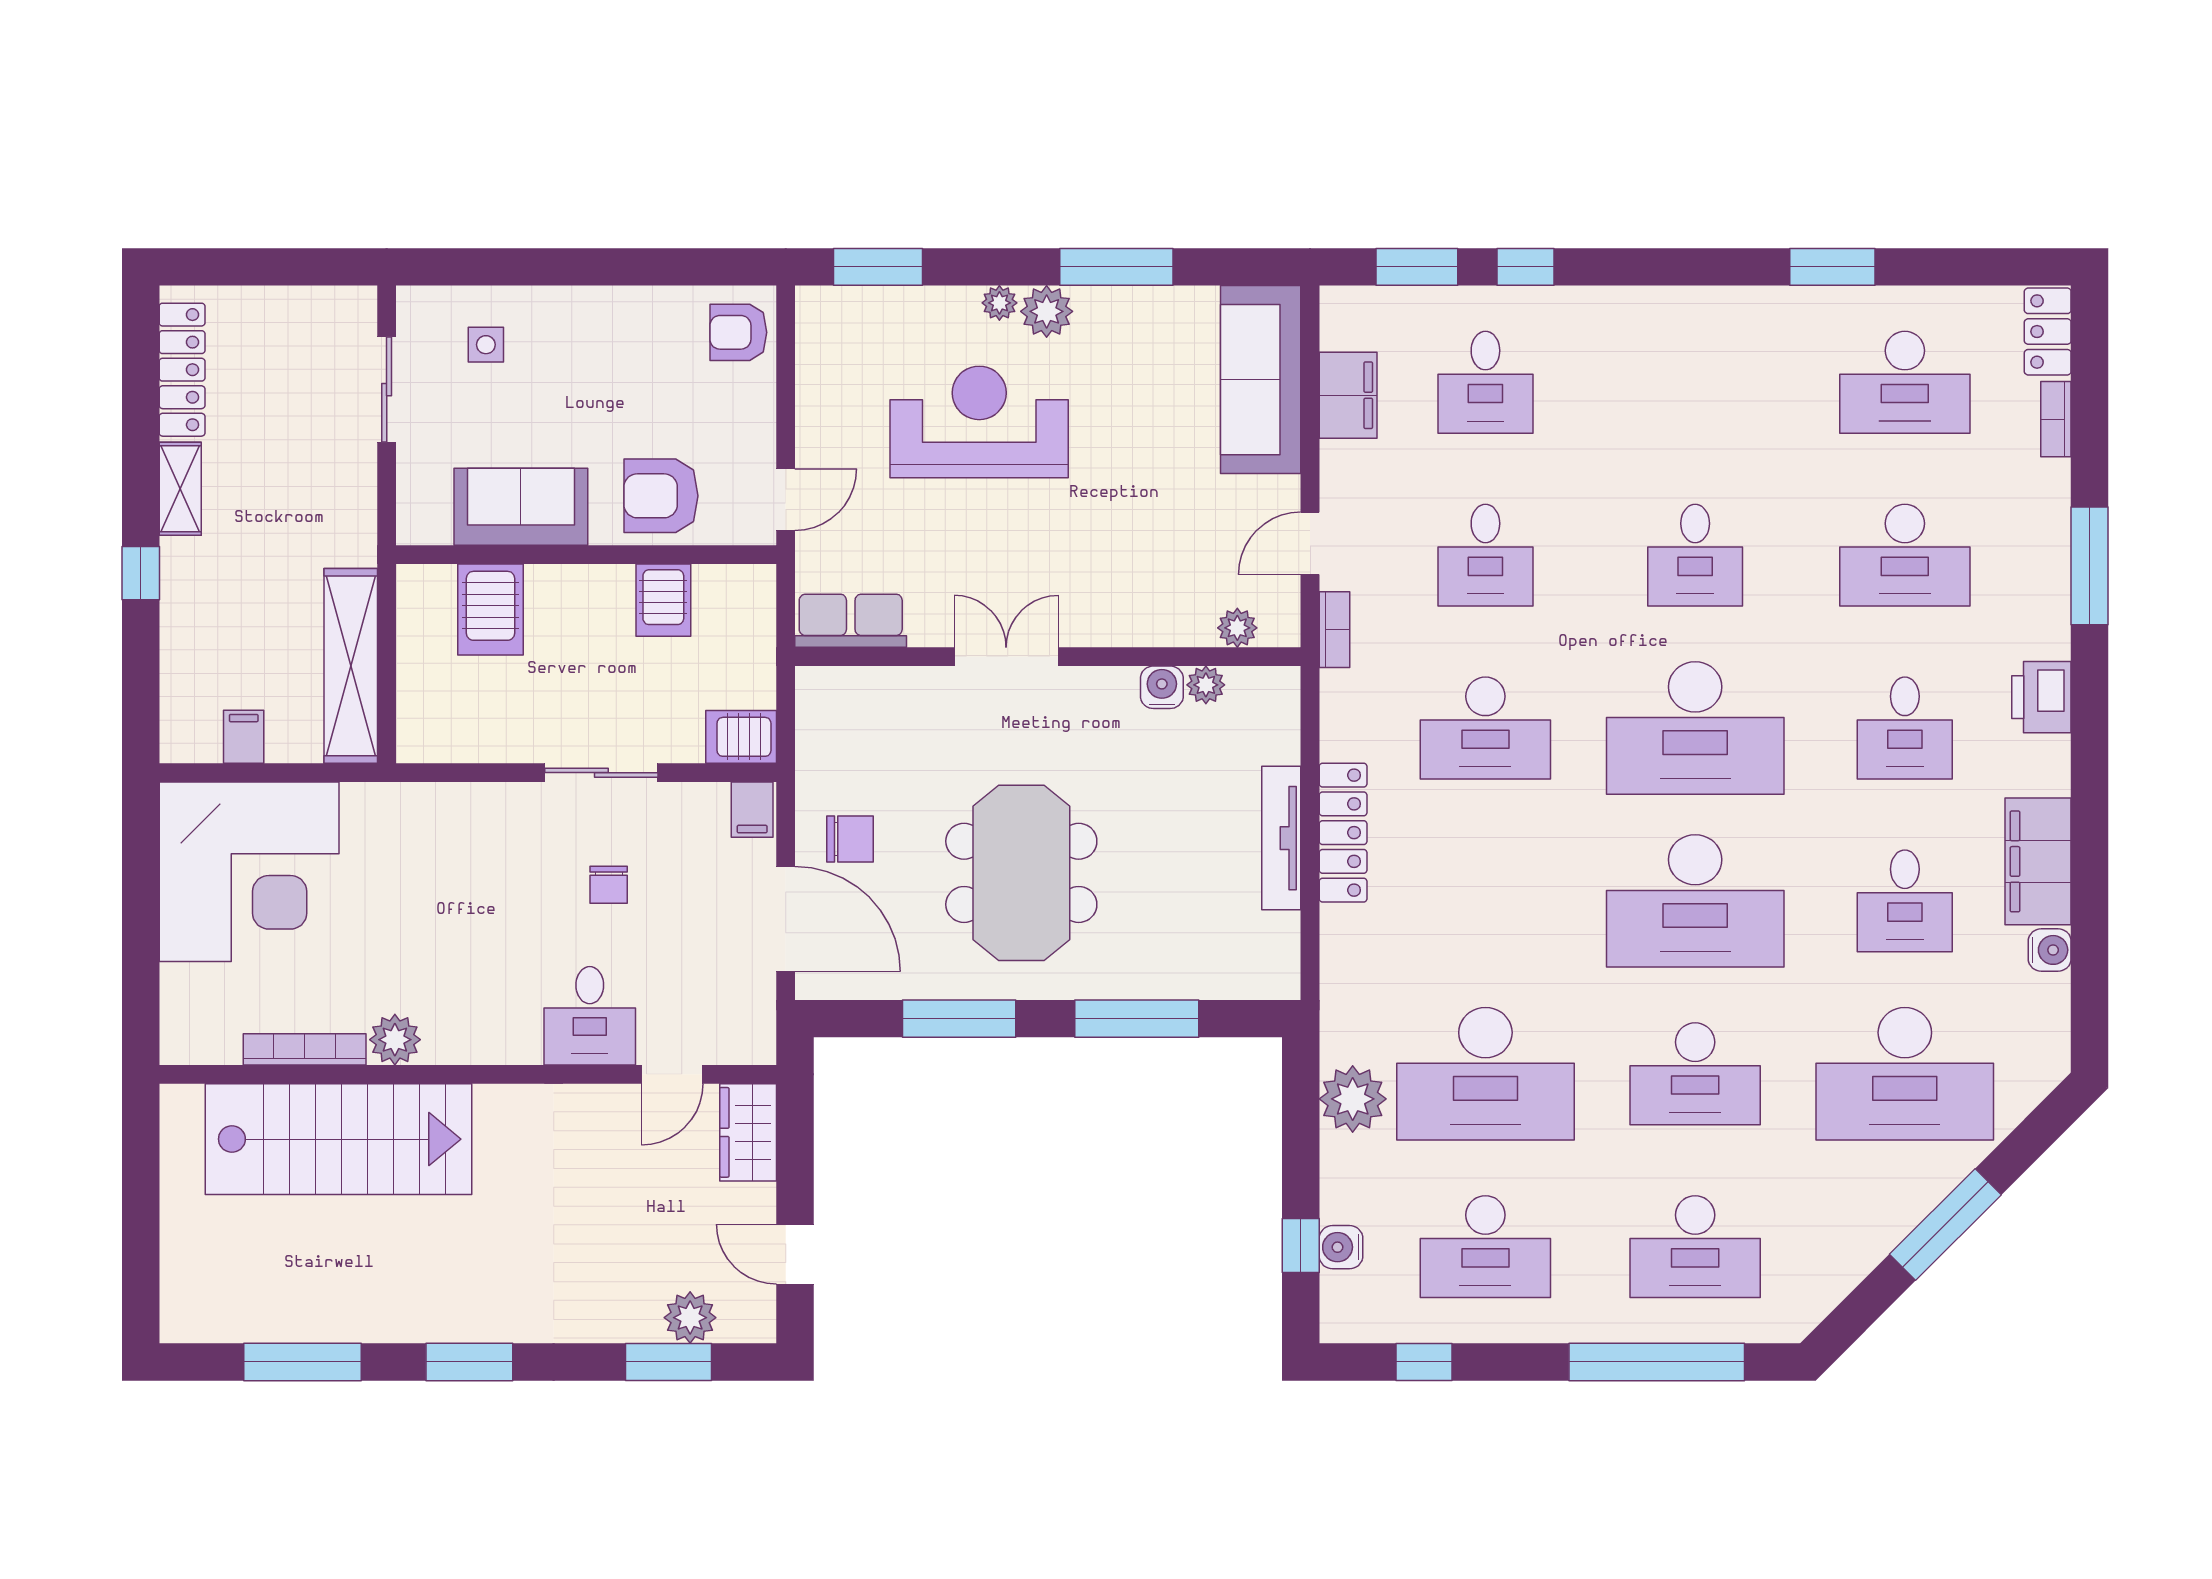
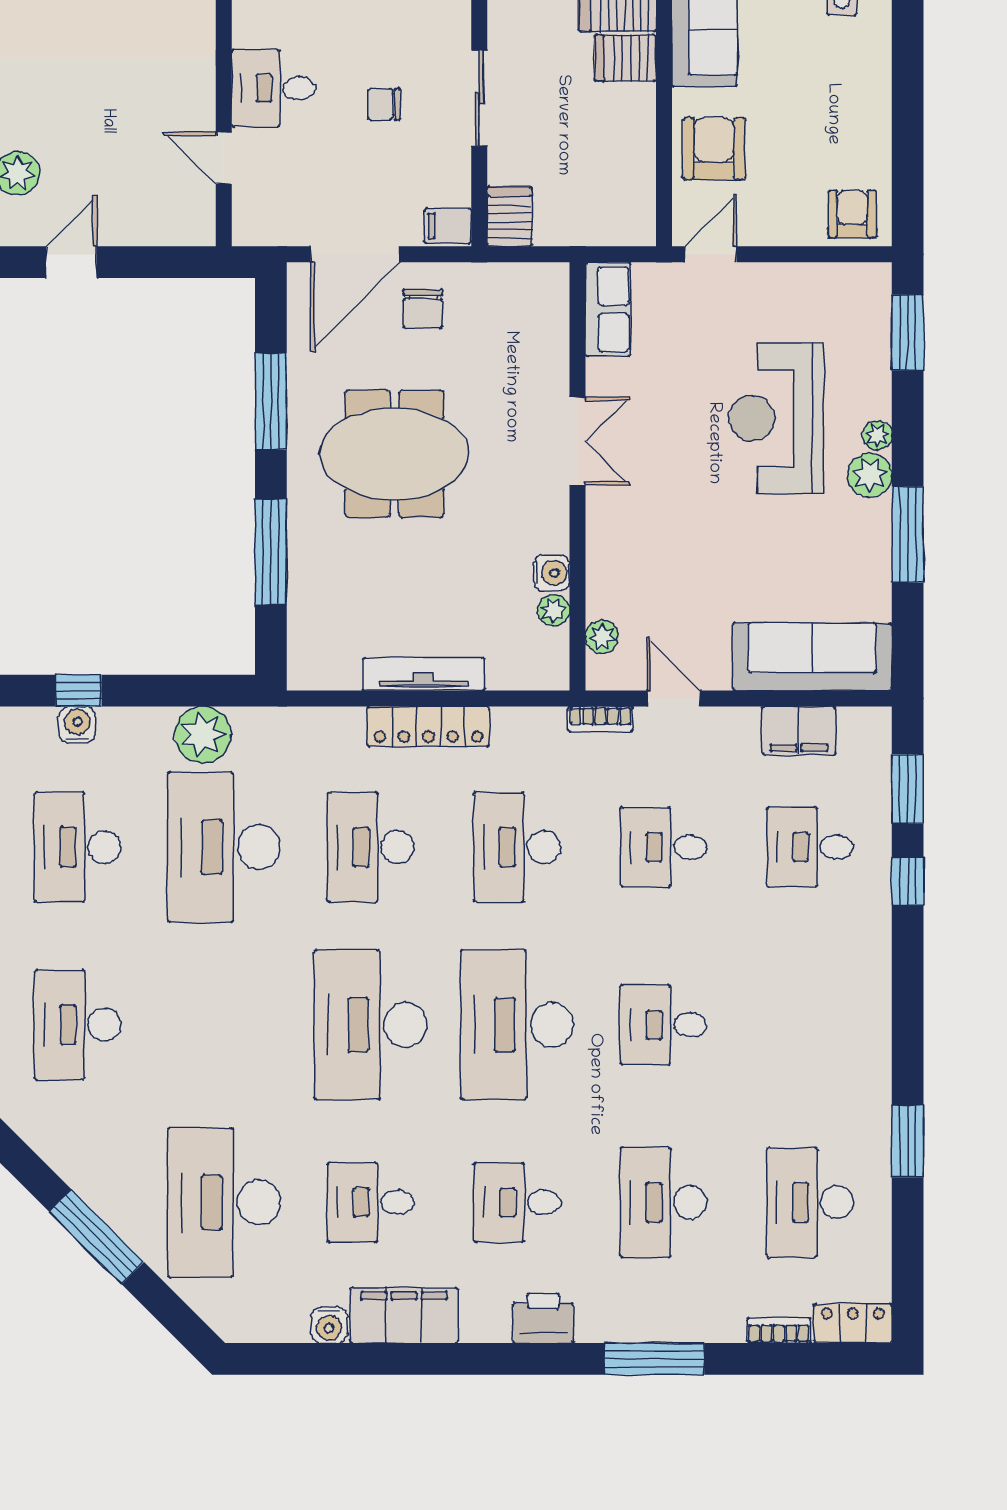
reception desk: (979, 422) -> (776, 418), turned 180
door: (786, 500) -> (711, 254), swing flipped
server rack: (663, 600) -> (625, 58), moved
desk: (1695, 1074) -> (371, 847), moved
wardrobe: (748, 1132) -> (174, 222), removed

